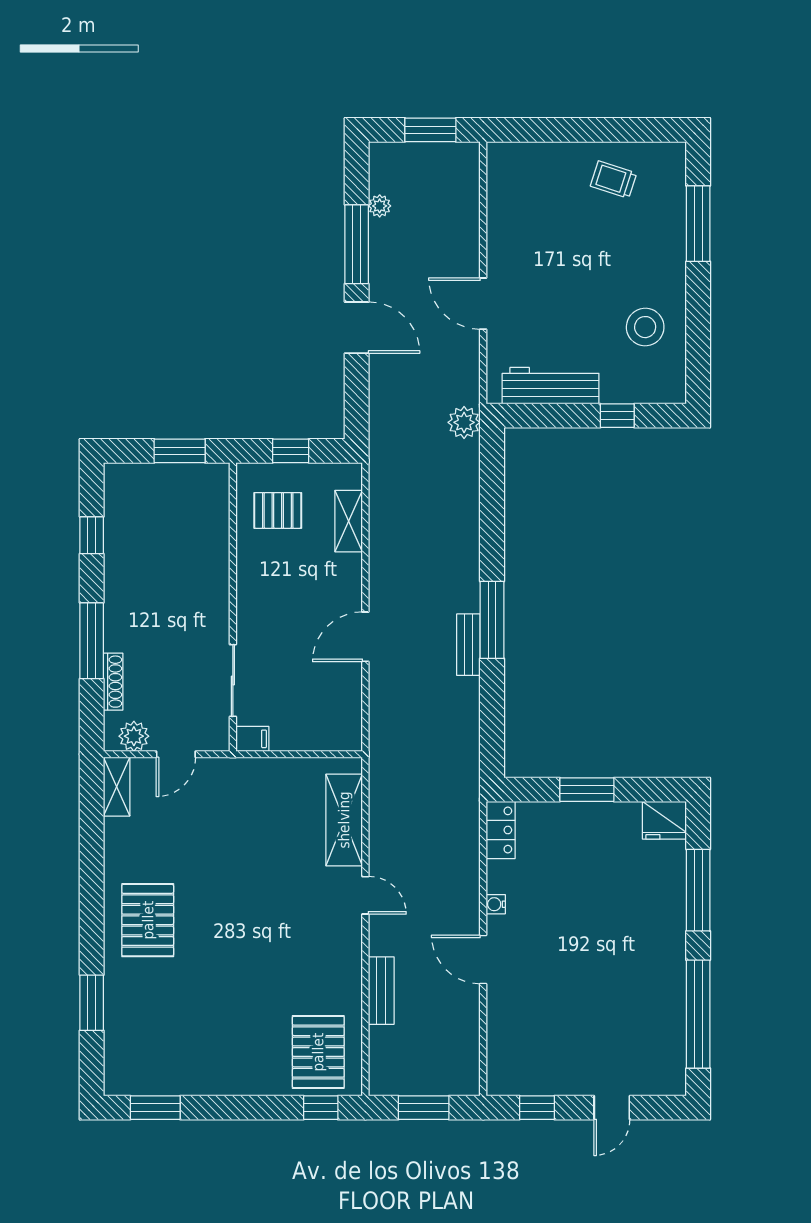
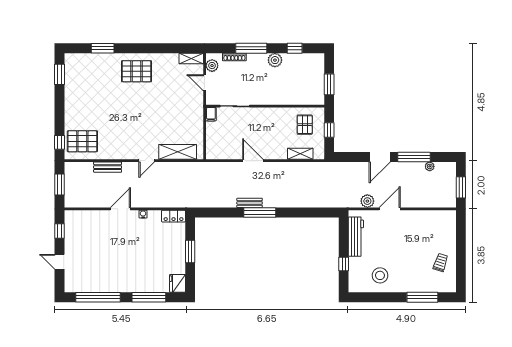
plant: (464, 422) -> (367, 201), moved
plant: (120, 583) -> (275, 60), added

